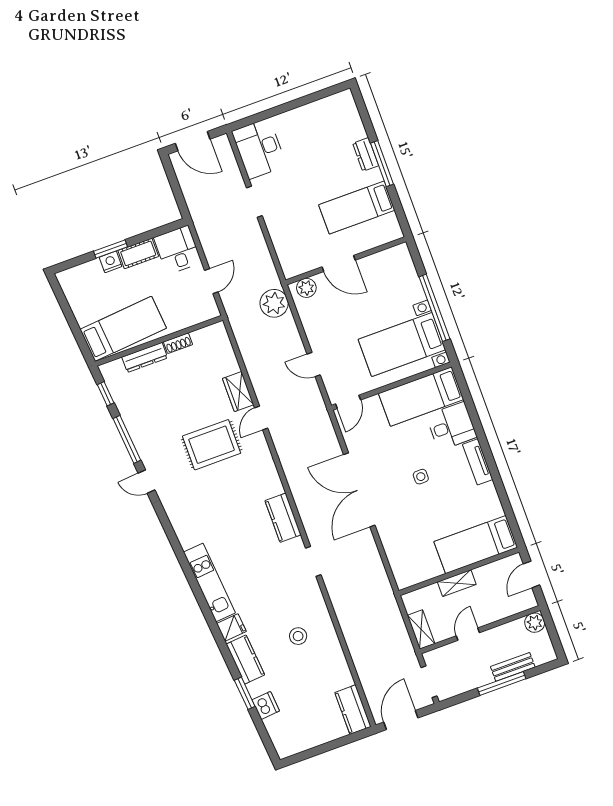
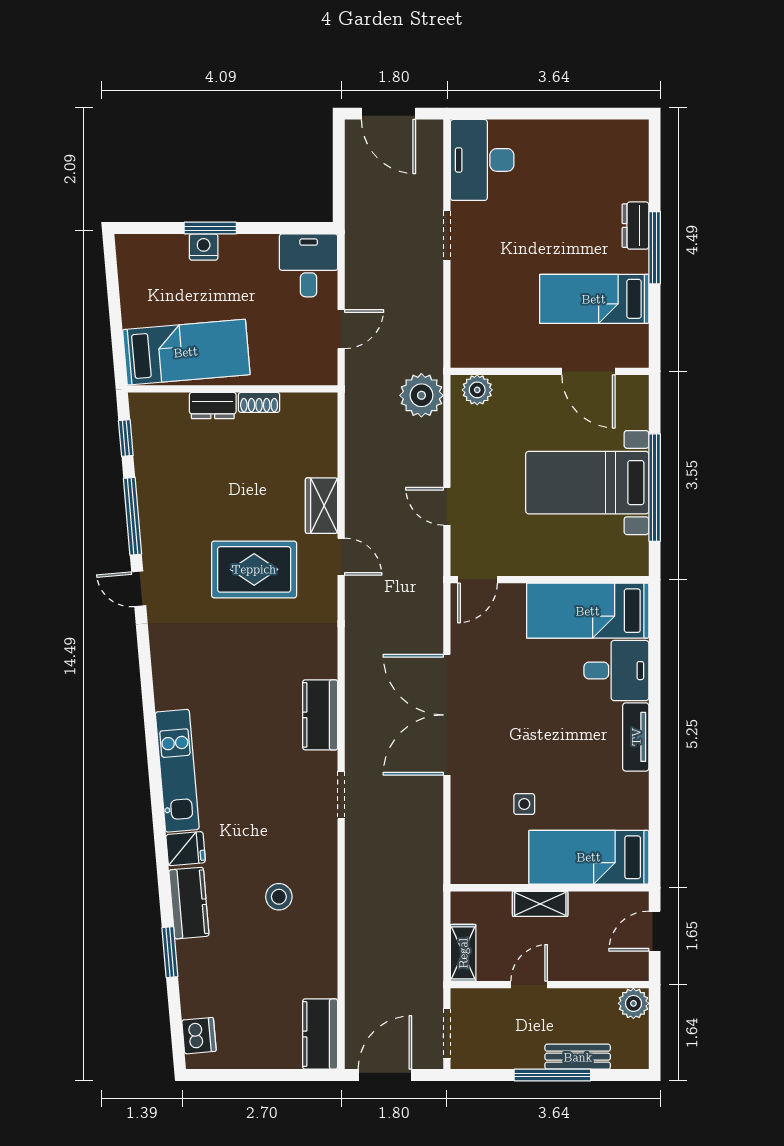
cot: (138, 253) -> (249, 249), removed
door: (339, 263) -> (588, 371), moved
bed with nightstands: (402, 345) -> (587, 483), moved
dresser: (145, 357) -> (213, 406), width x0.70
door: (261, 418) -> (341, 557), swing flipped
side table: (421, 477) -> (524, 804), moved
dishwasher: (266, 705) -> (199, 1036), moved

